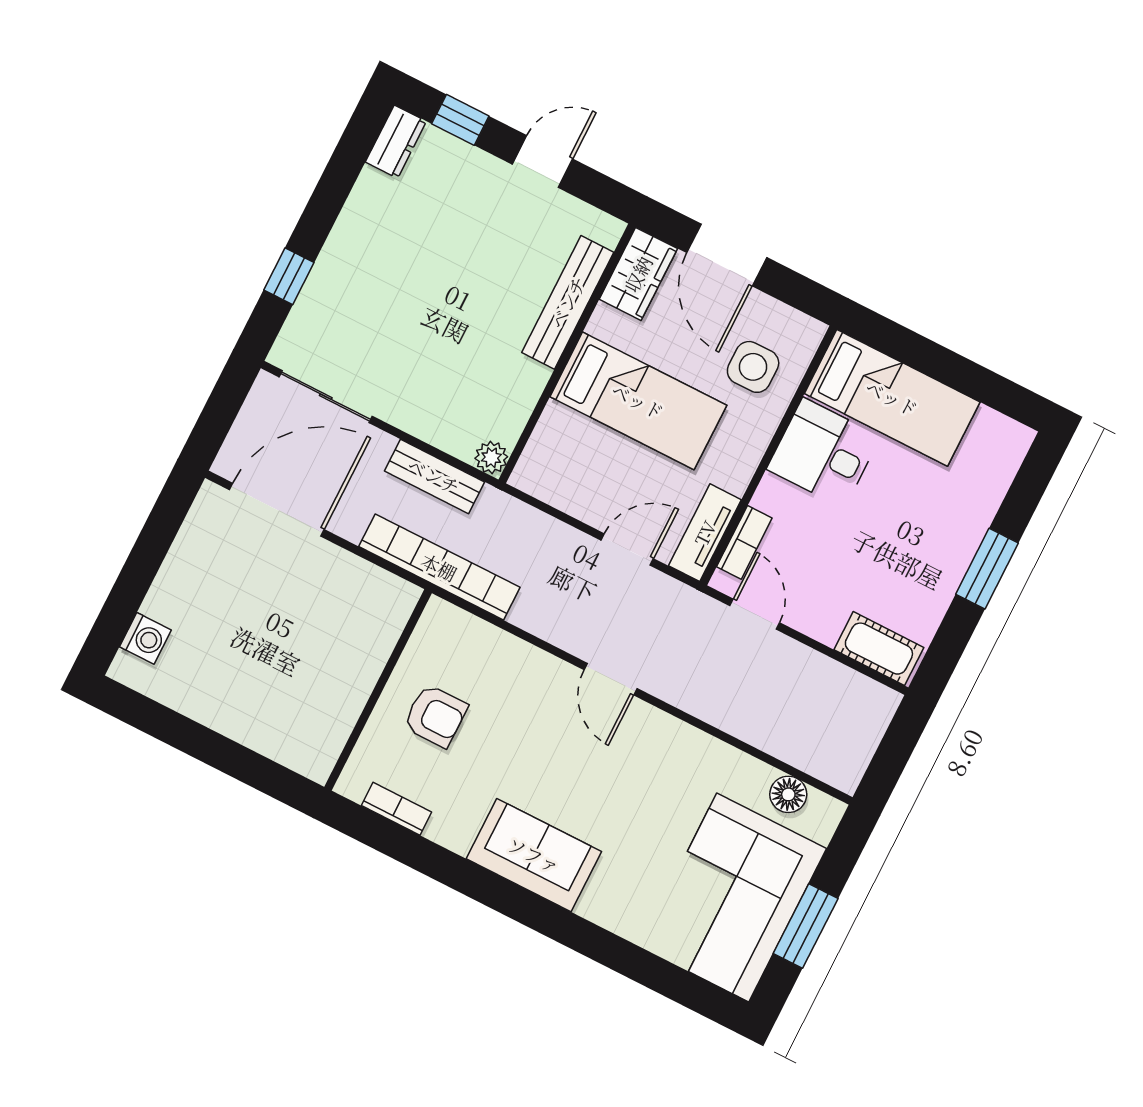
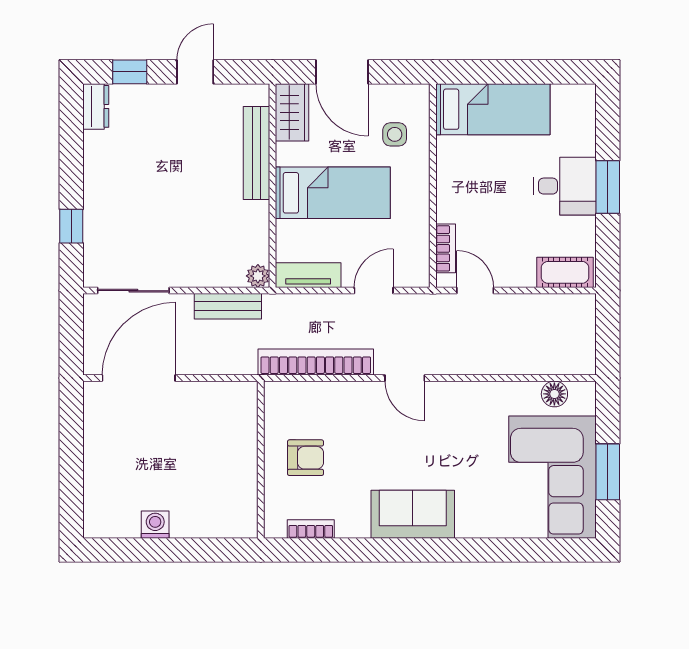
side table: (753, 367) -> (395, 134), width x0.73, depth x0.73
desk: (824, 453) -> (565, 186), moved, turned 180
tv unit: (705, 533) -> (308, 275), moved, turned 90
bookcase: (439, 567) -> (316, 362), moved
washing machine: (145, 638) -> (155, 525), moved, turned -90

